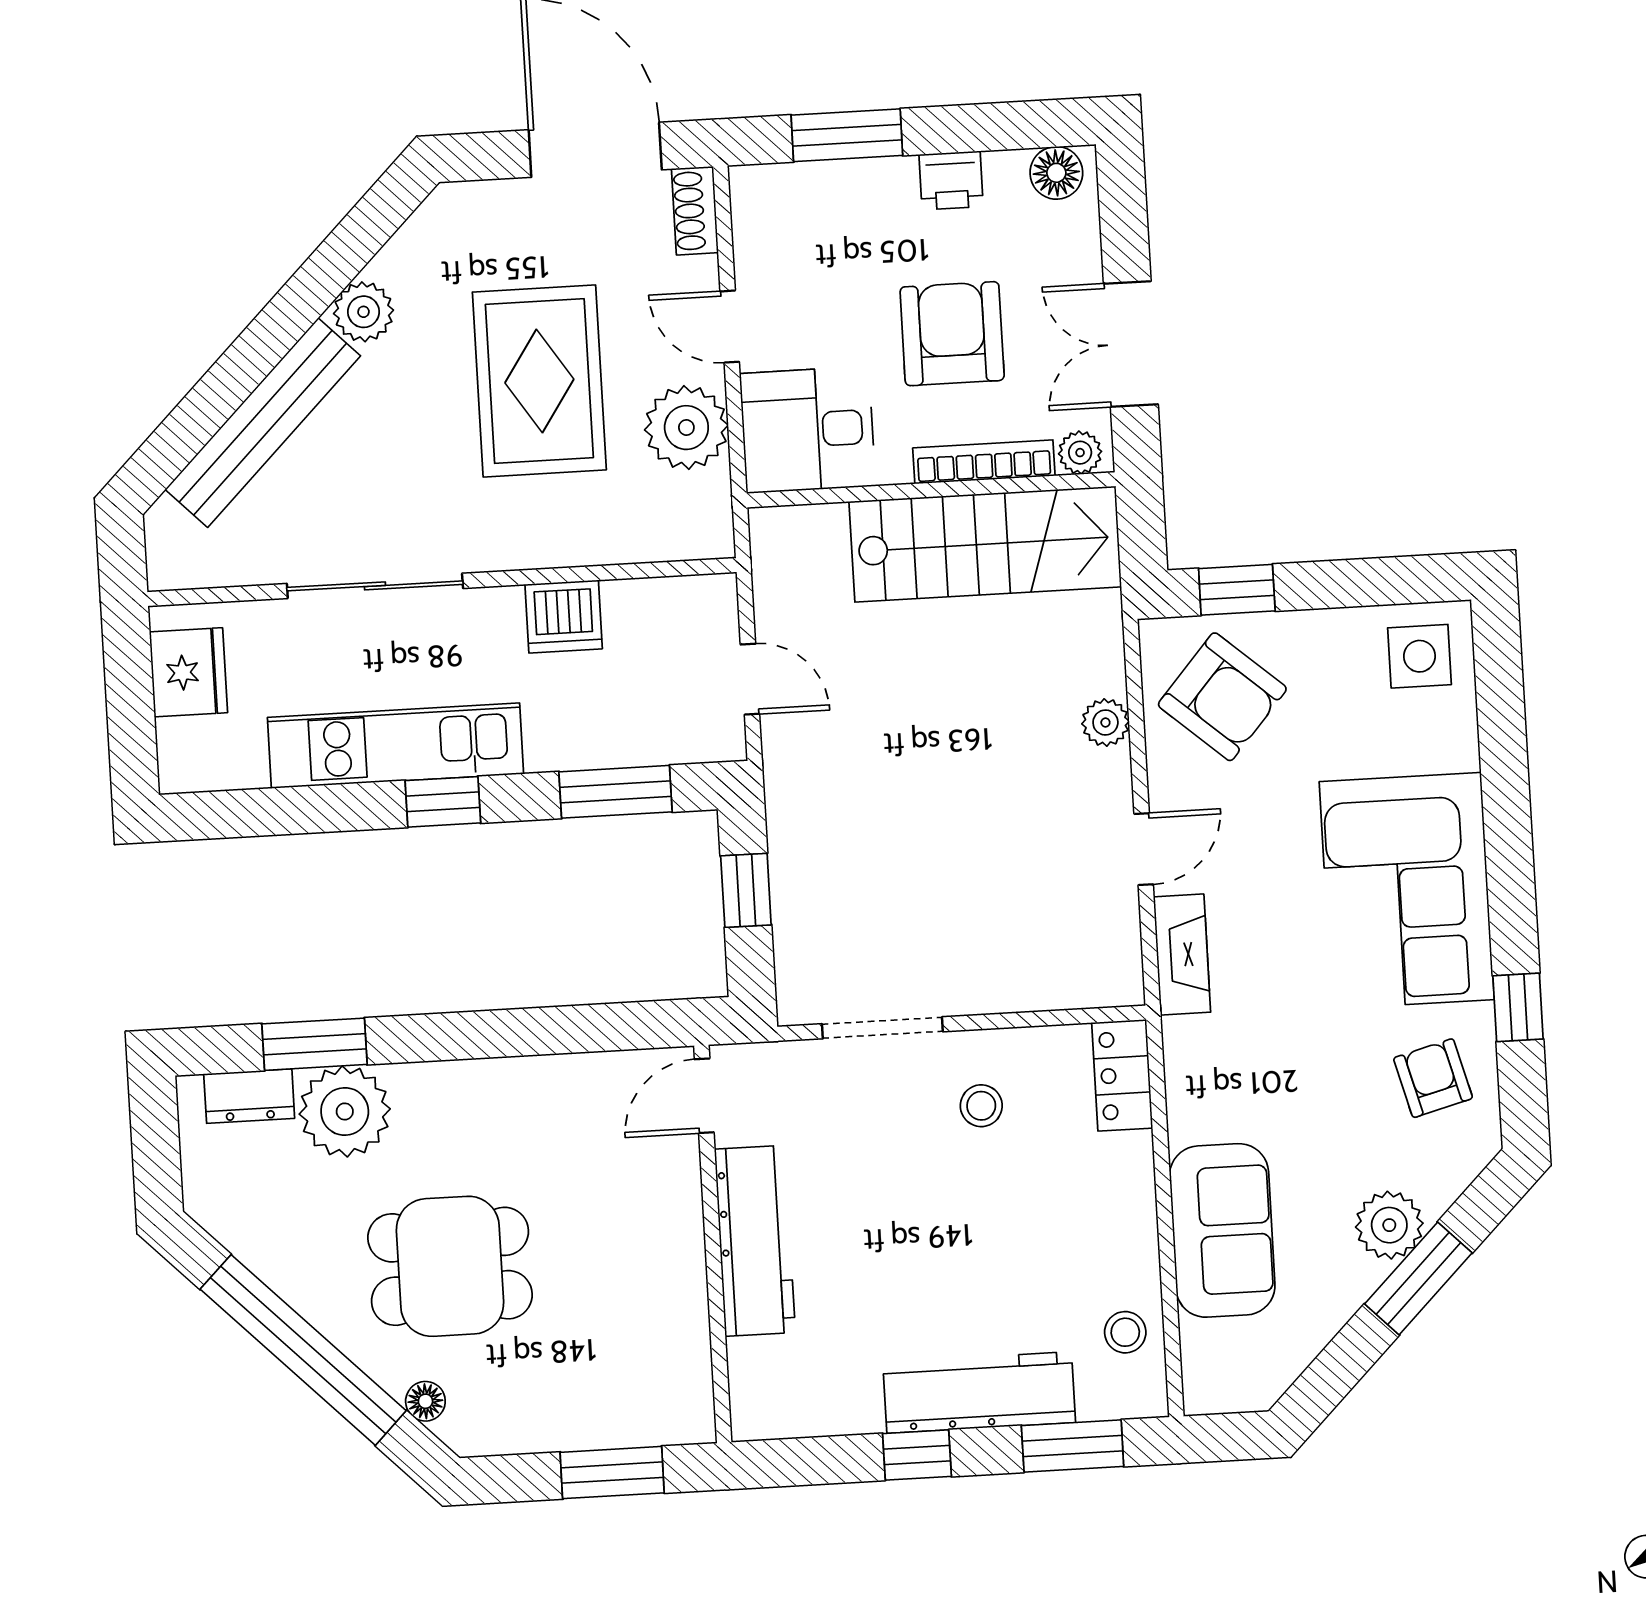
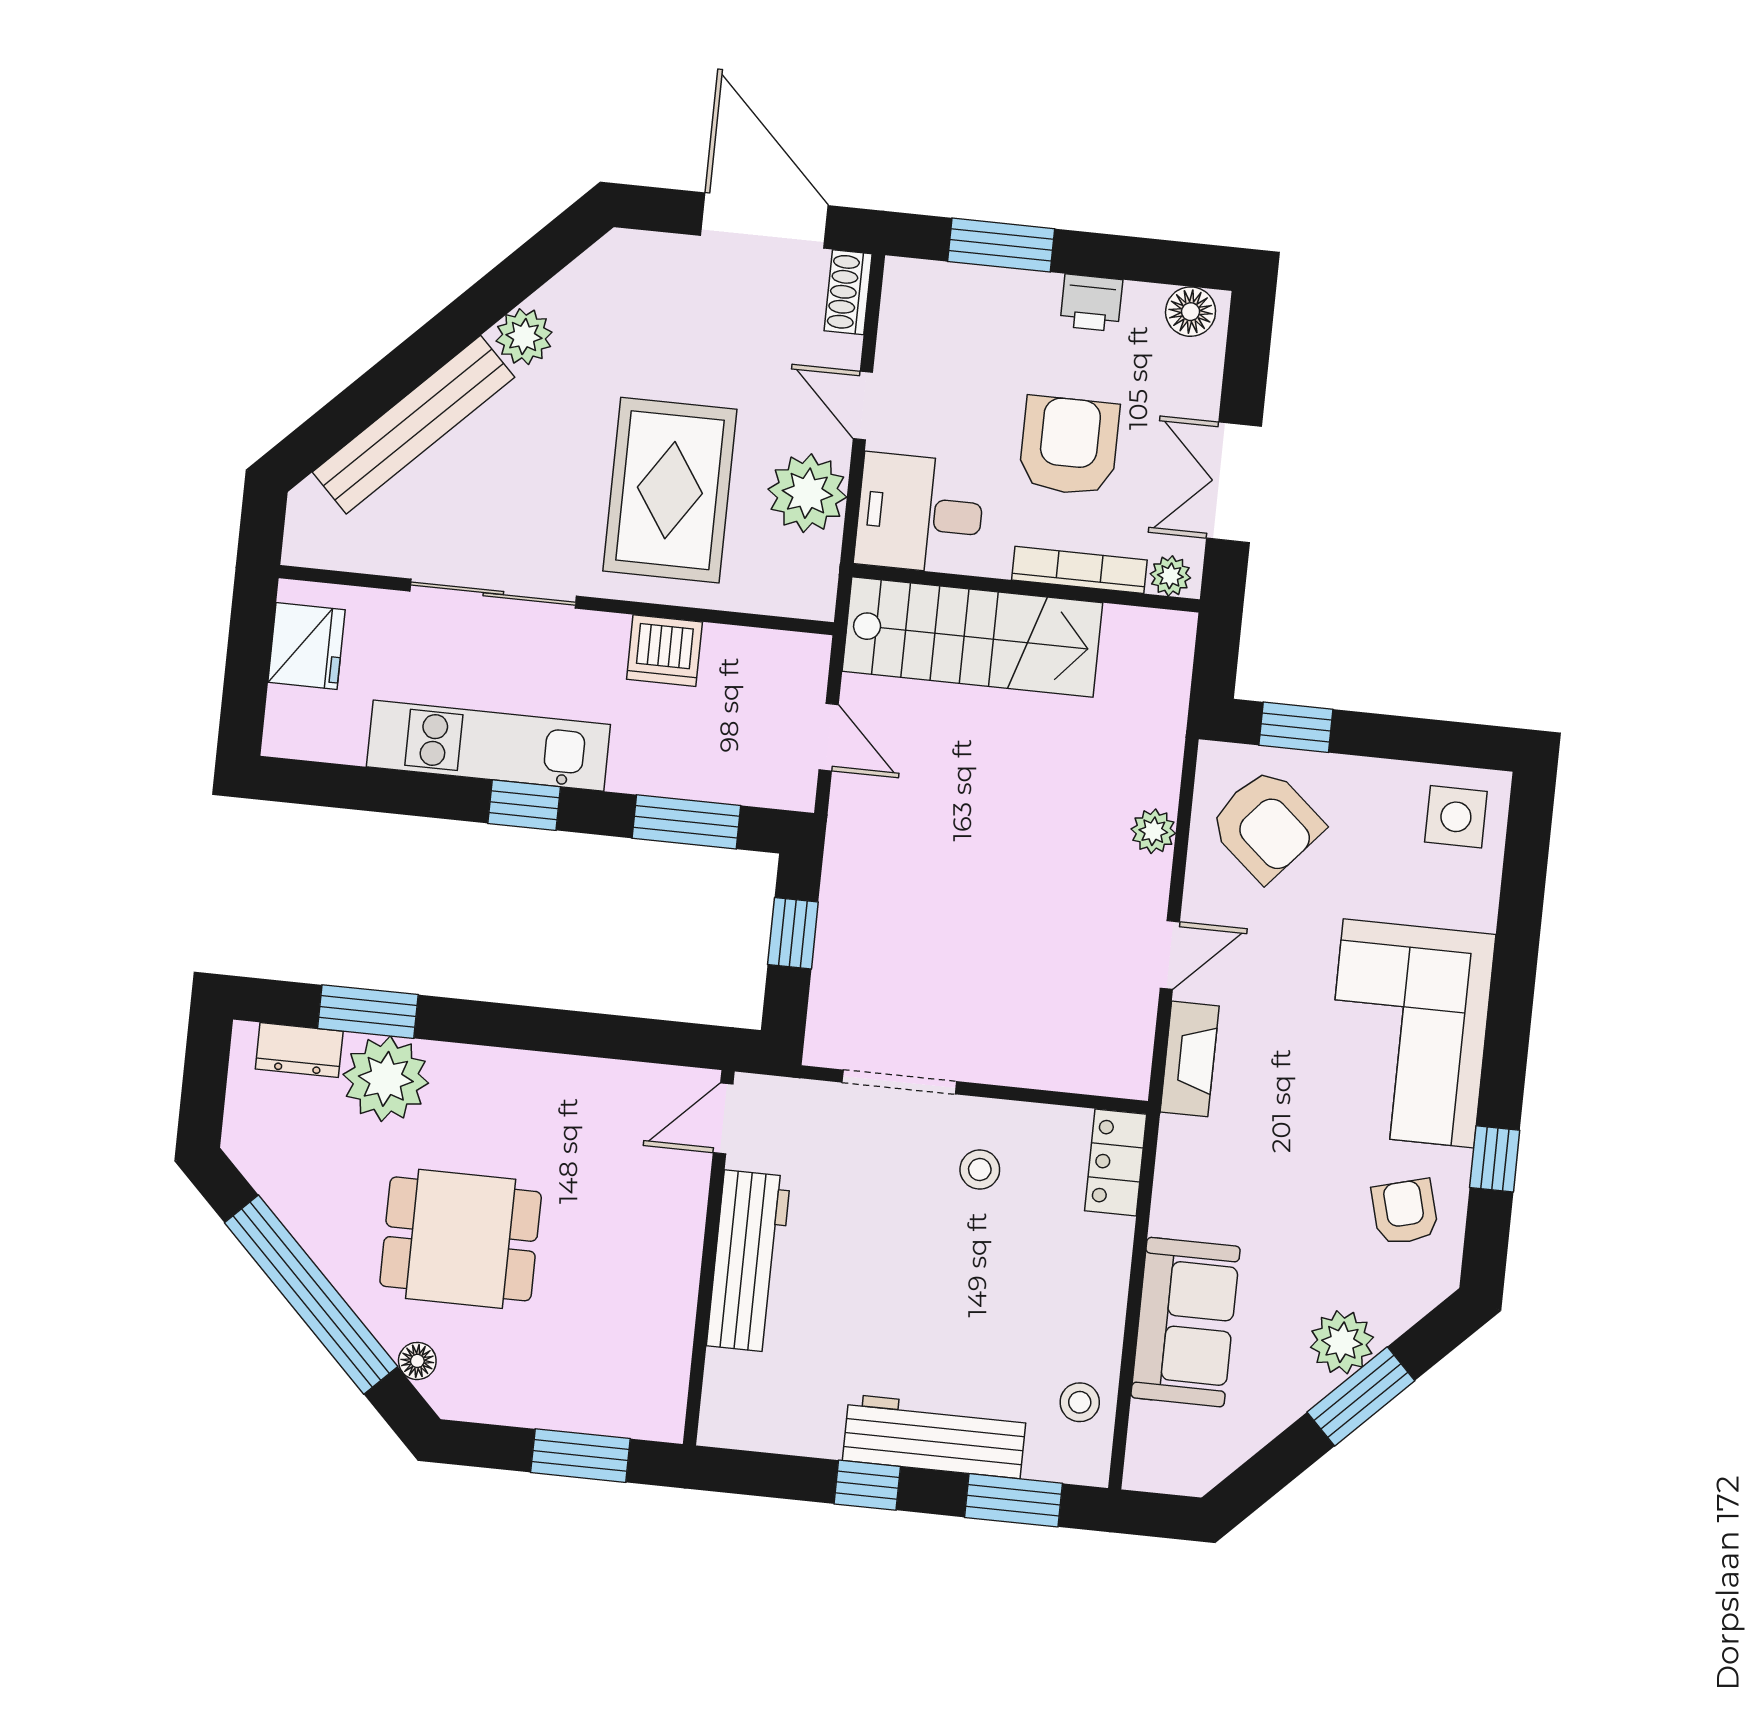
rug: (539, 381) -> (670, 490), moved
stairs: (985, 544) -> (972, 637), moved

